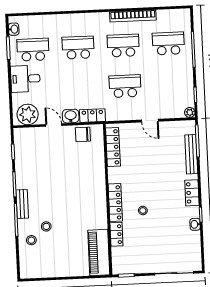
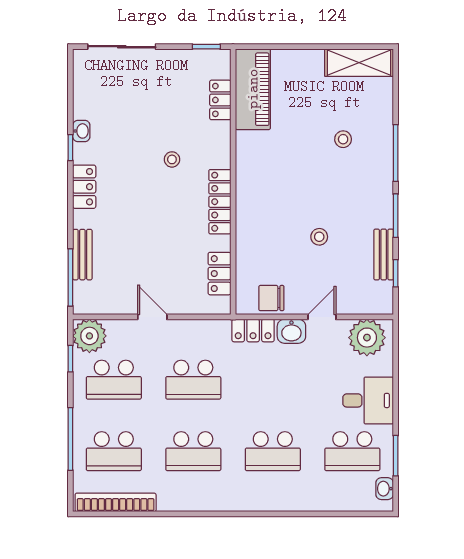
bookcase: (133, 16) -> (116, 502), moved
school desk: (170, 84) -> (114, 380), added
plant: (190, 112) -> (89, 336), width x1.88, depth x1.88
door: (54, 125) -> (322, 317), swing flipped
chair: (83, 134) -> (271, 298), turned 180
locker: (113, 147) -> (219, 274), width x0.66
bench: (191, 154) -> (82, 255), width x0.73
locker: (115, 203) -> (220, 202), moved
bench: (22, 204) -> (384, 254), moved
locker: (116, 234) -> (220, 100), moved
stool: (31, 240) -> (319, 237), moved
shelving: (39, 270) -> (359, 63), added

